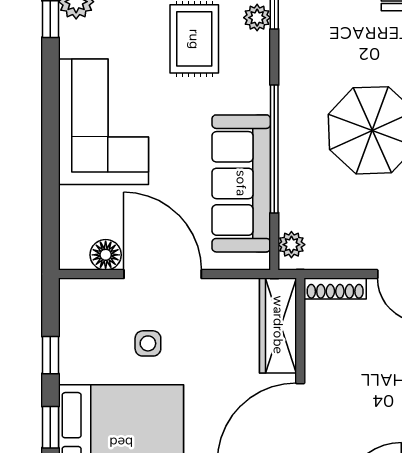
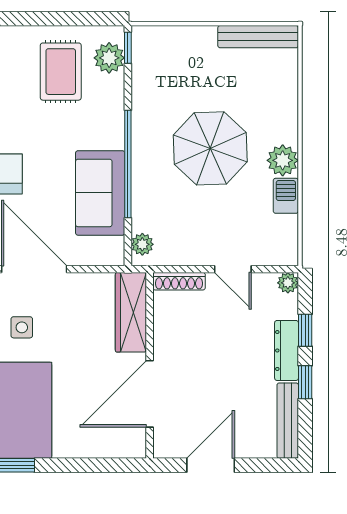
plant: (257, 18) -> (109, 58), width x1.38, depth x1.38
sofa: (241, 183) -> (100, 193), width x0.73

